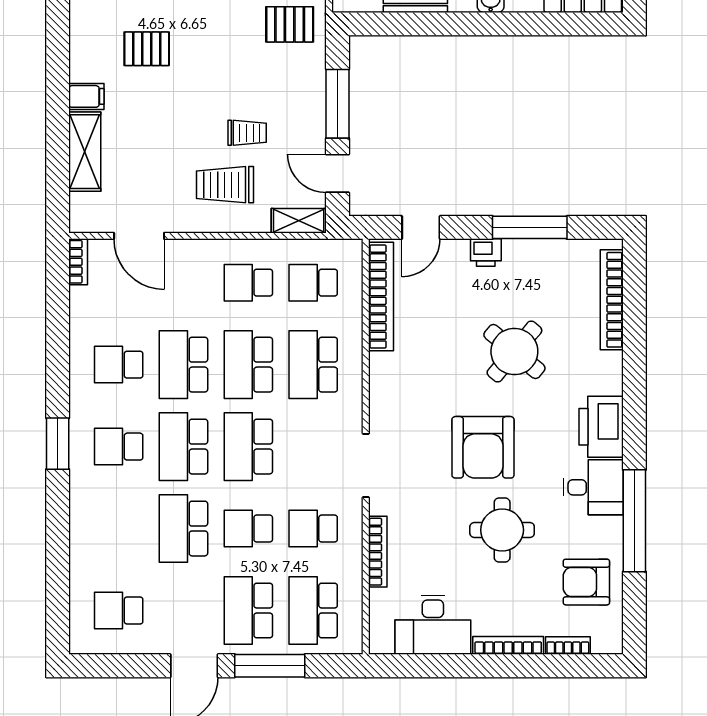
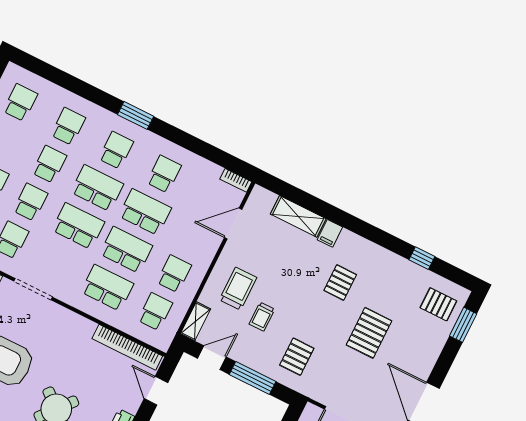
pallet: (290, 24) -> (297, 357), moved
school desk: (119, 529) -> (68, 126), added
school desk: (183, 529) -> (49, 164), width x0.54

